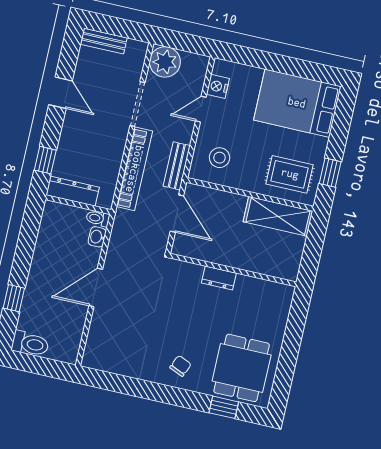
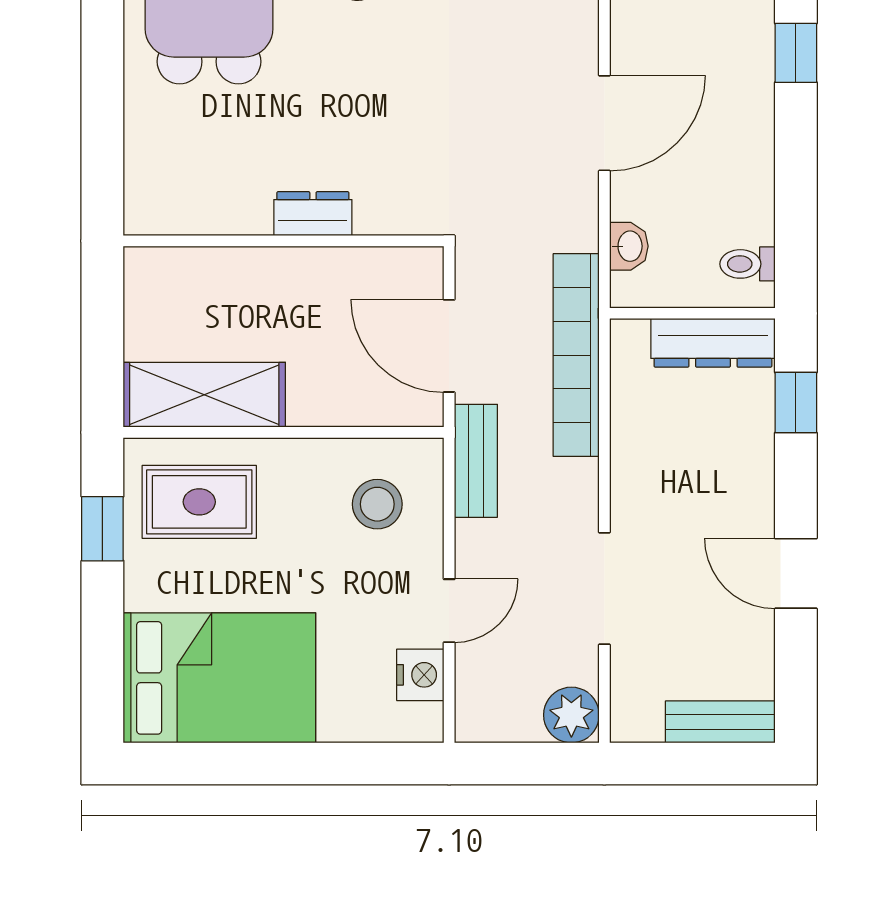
plant: (165, 62) -> (571, 715), width x0.73, depth x0.73
bookcase: (134, 169) -> (576, 355), moved
toilet: (98, 218) -> (748, 264), moved, turned 180

